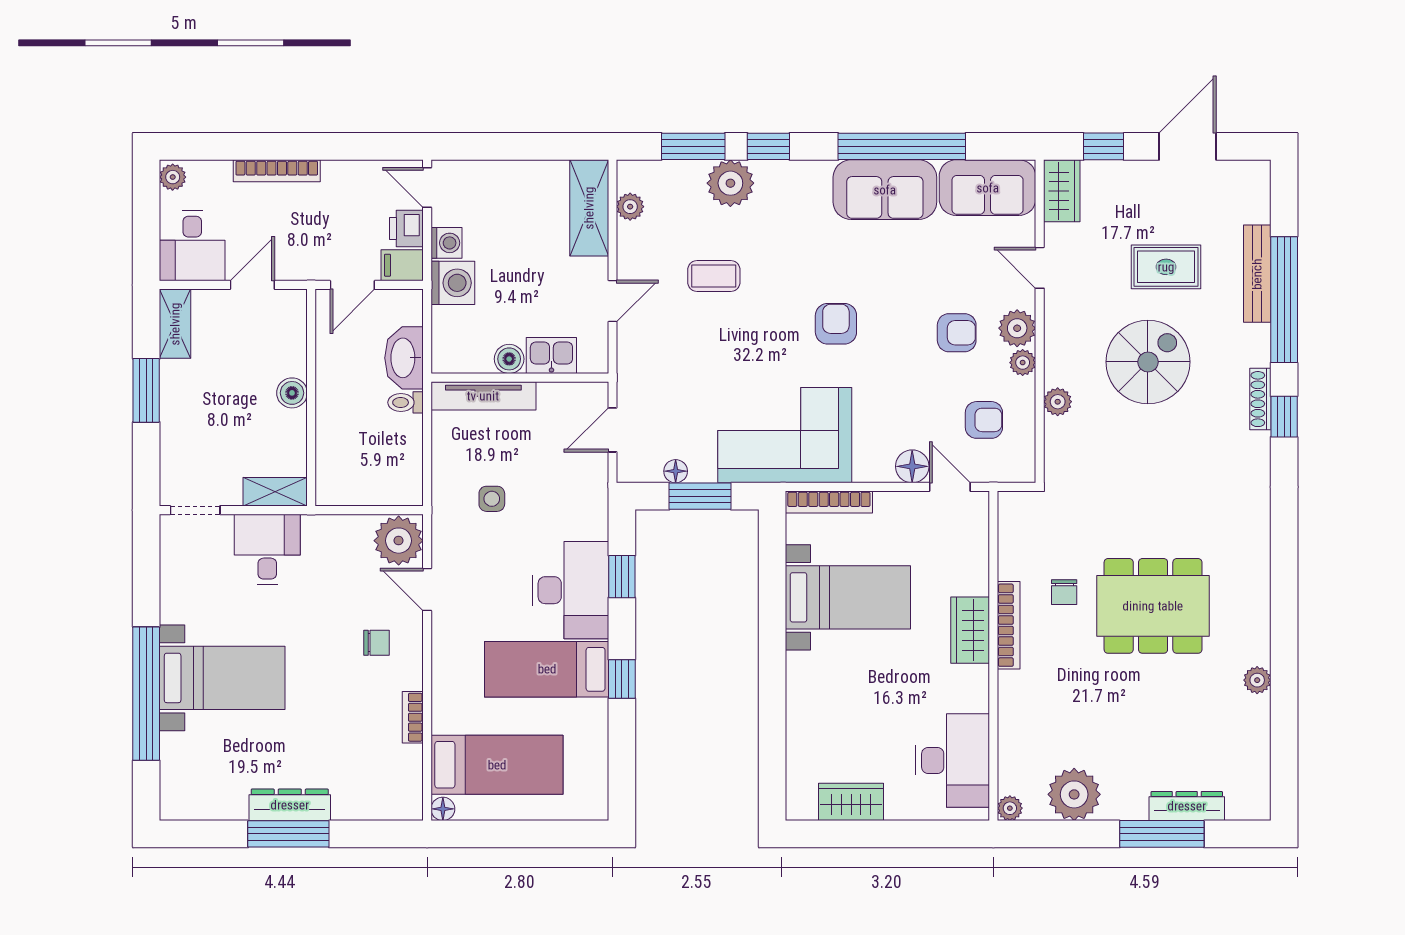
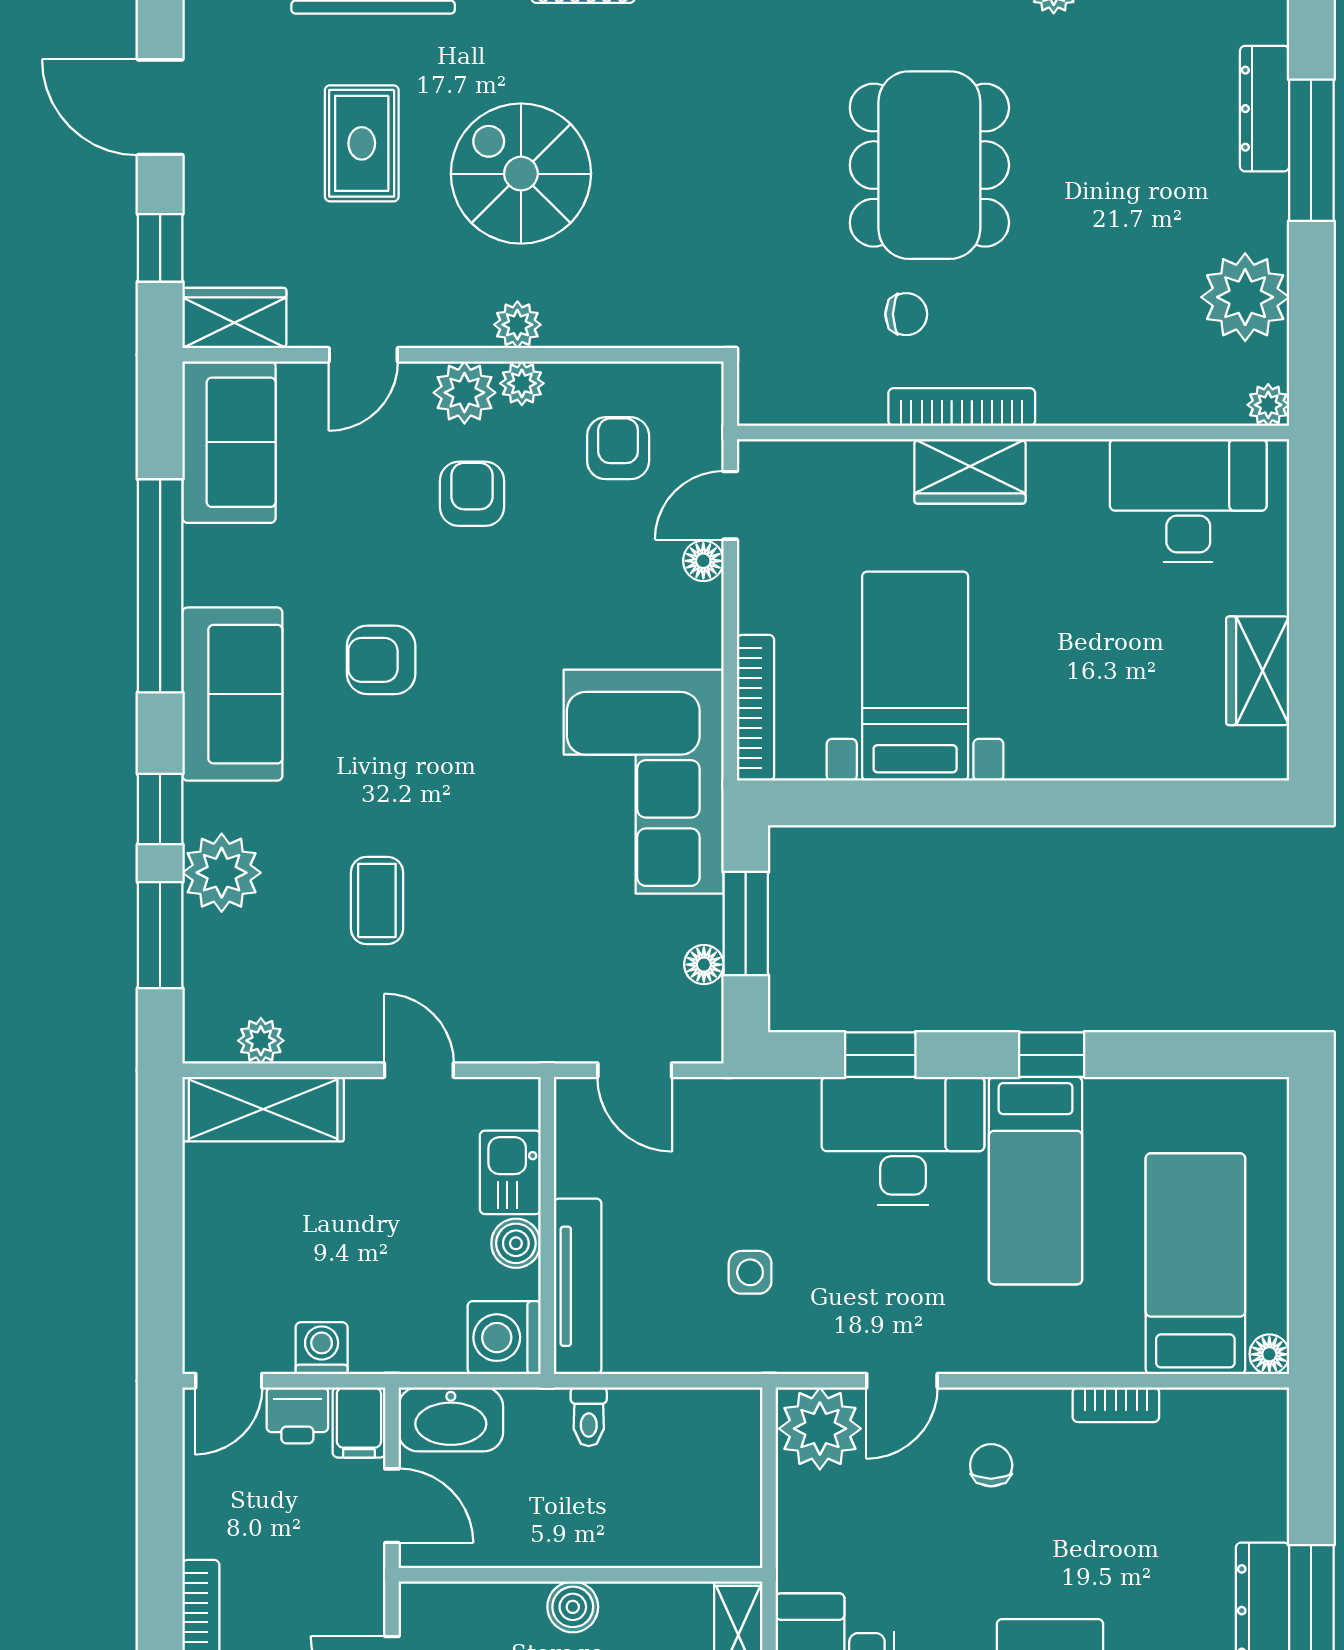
sofa: (885, 190) -> (232, 694), moved
washing machine: (453, 283) -> (504, 1338), moved, turned -90
armchair: (836, 324) -> (381, 660), moved
washbasin: (404, 358) -> (451, 1419), moved
plant: (1058, 402) -> (517, 325), moved
floor lamp: (912, 466) -> (703, 561), width x0.73, depth x0.73

